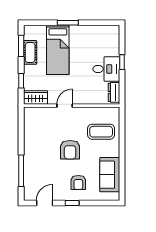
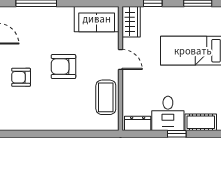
cot: (30, 52) -> (201, 122), moved
coffee table: (101, 132) -> (106, 97), moved
sofa: (110, 175) -> (97, 19), moved, turned 180

